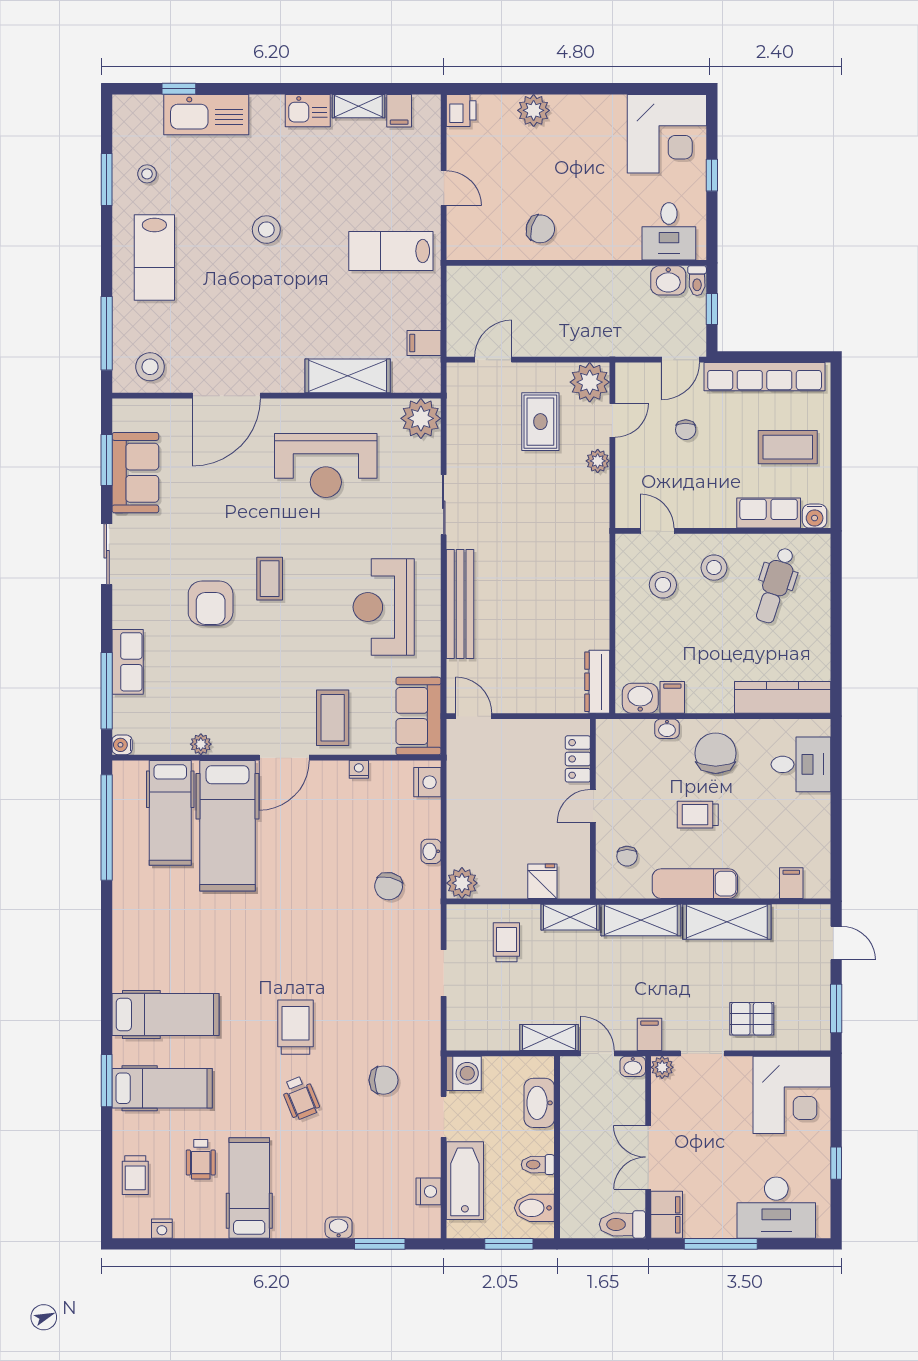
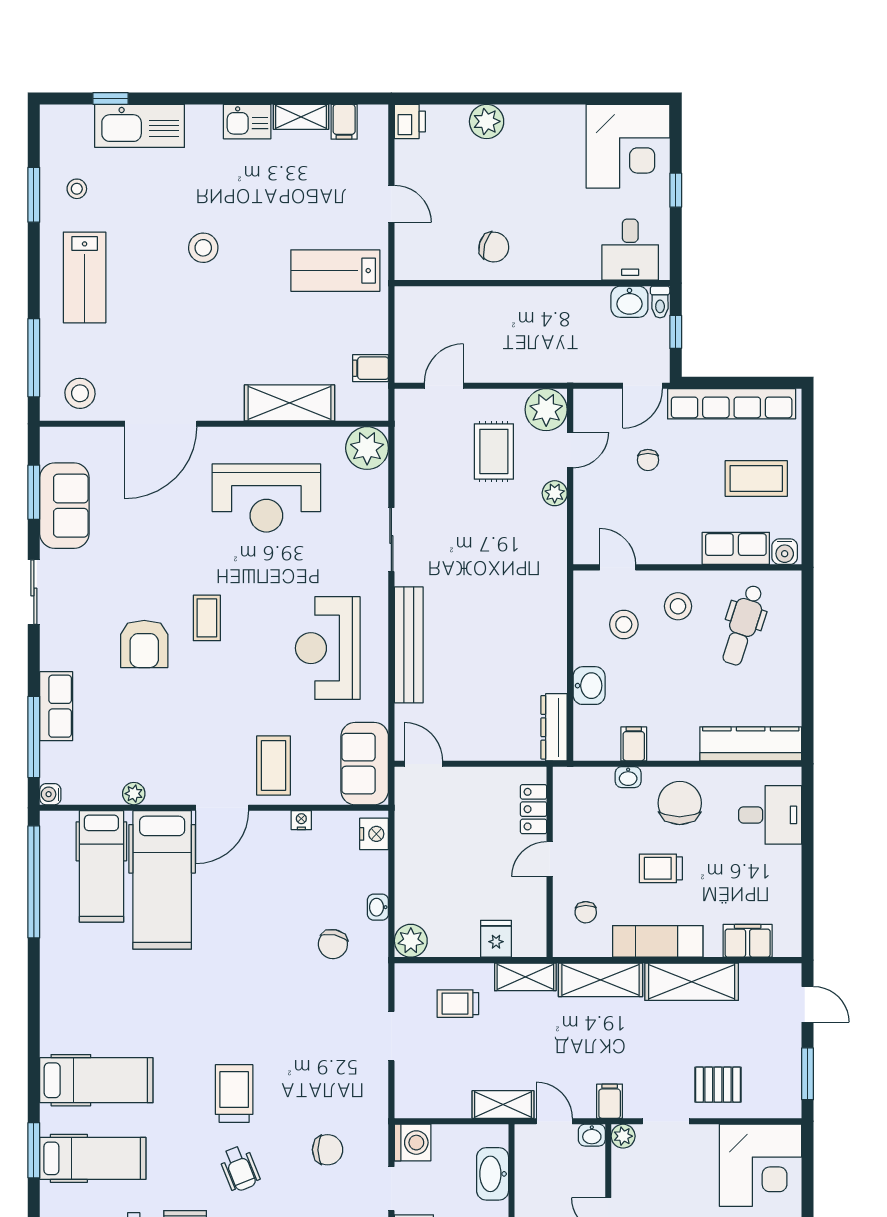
washbasin: (640, 698) -> (589, 686), moved, turned 90
filing cabinet: (791, 883) -> (748, 941), width x2.00
trolley: (506, 942) -> (458, 1004), turned -90

